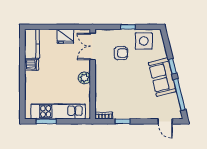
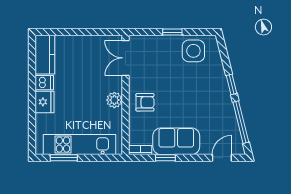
fridge: (65, 36) -> (44, 102), moved, turned -90
armchair: (121, 53) -> (145, 102), moved
sofa: (162, 77) -> (176, 141), moved, turned 104
door: (165, 121) -> (222, 158), swing flipped

